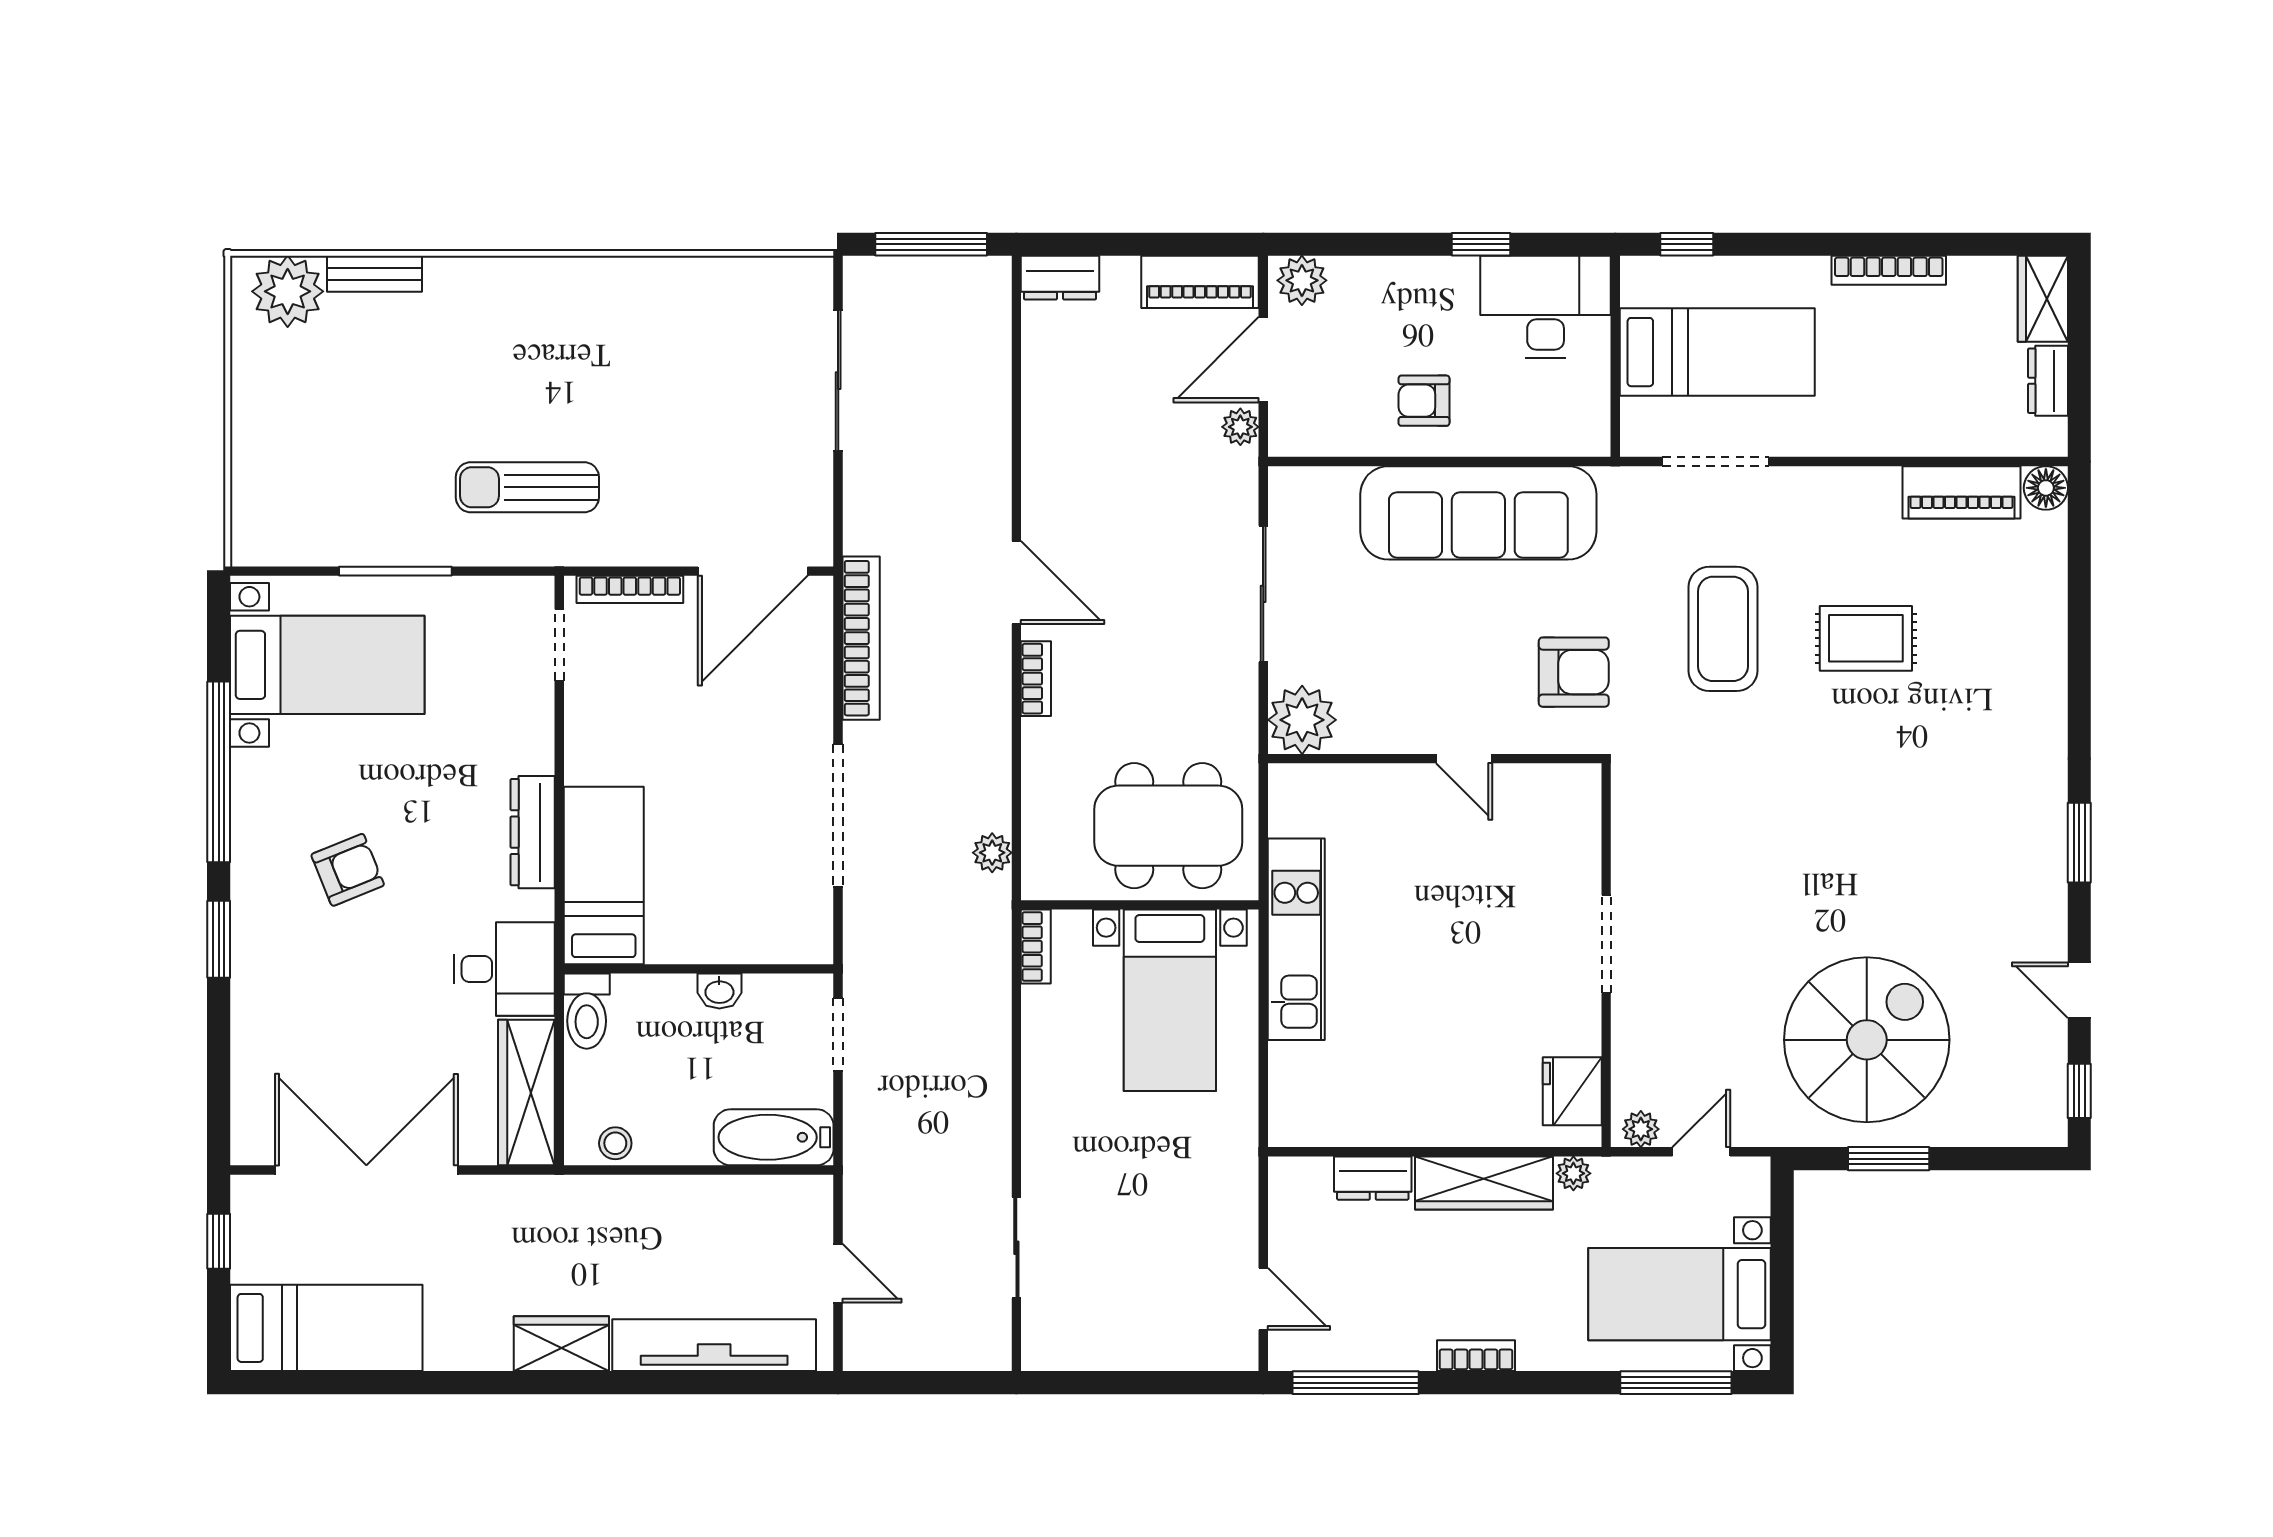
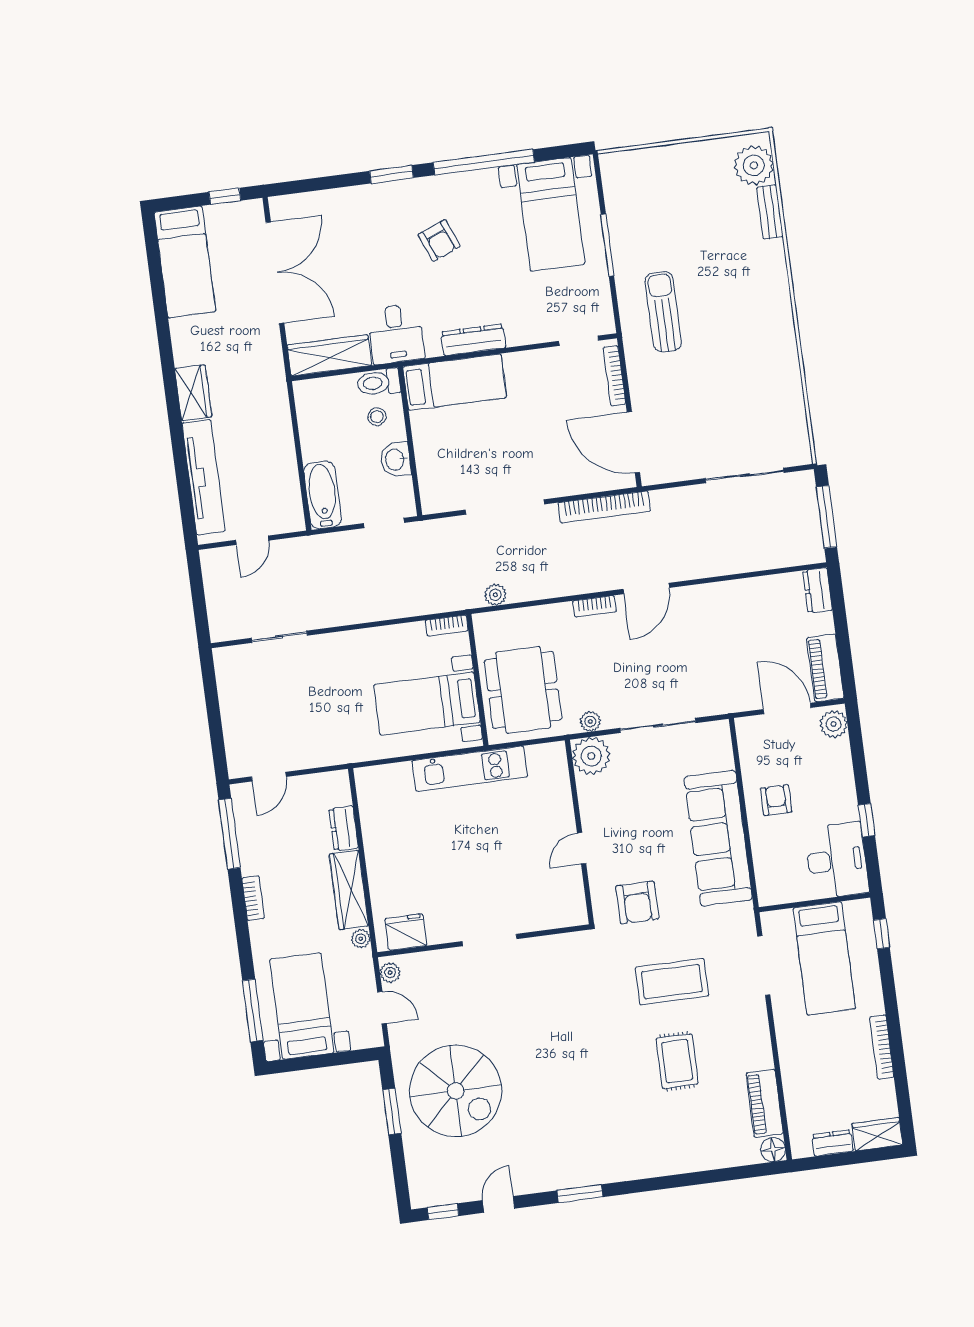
plant: (1240, 427) -> (590, 722), moved
washbasin: (719, 991) -> (396, 460), width x1.38, depth x1.45
stool: (615, 1143) -> (377, 417), moved

